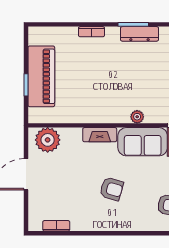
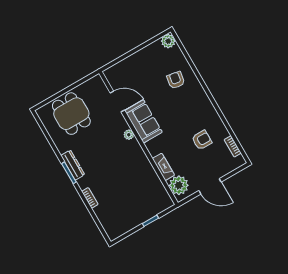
piano: (41, 76) -> (139, 214), removed
fireplace: (100, 135) -> (163, 167), moved
armchair: (112, 189) -> (202, 140), moved, turned 74

